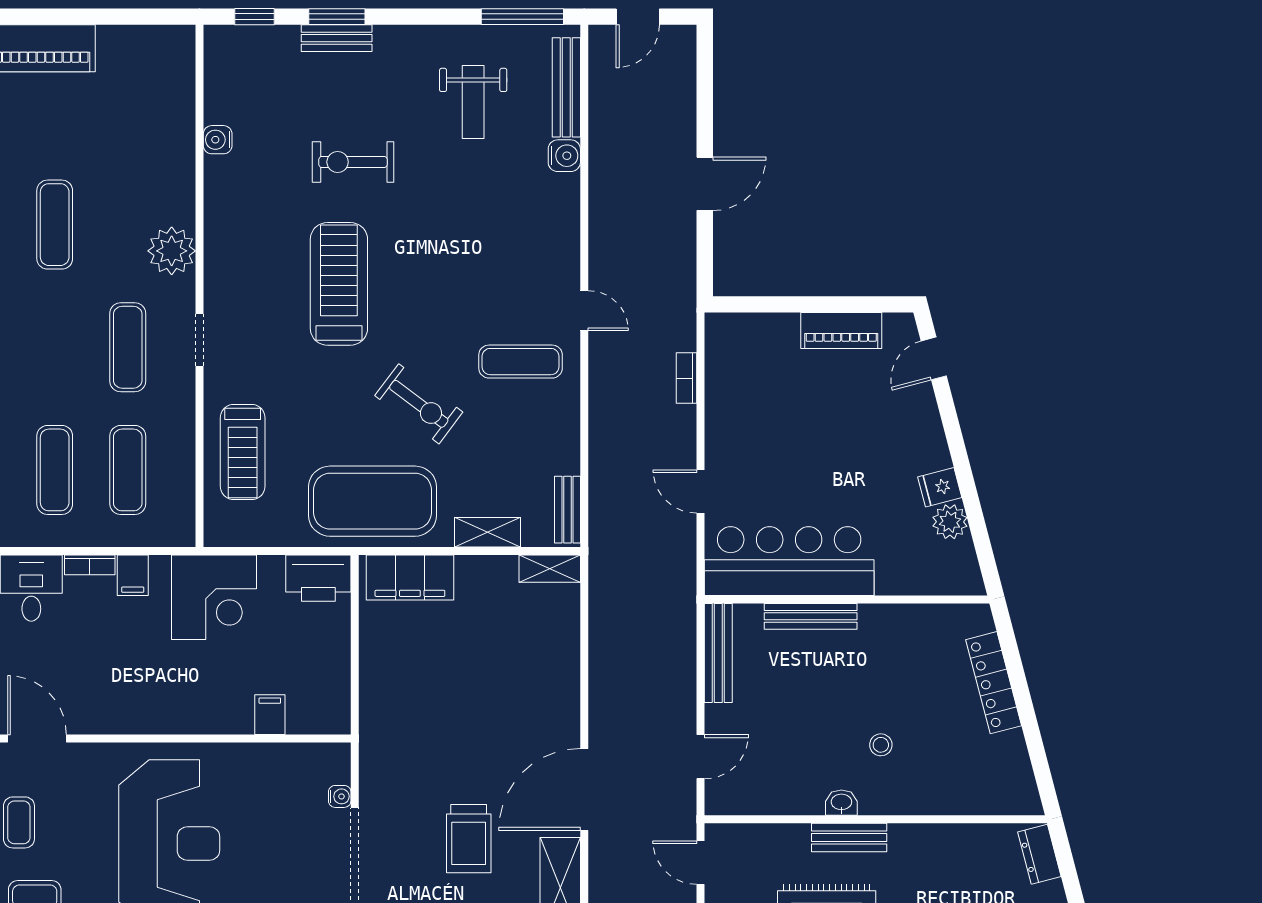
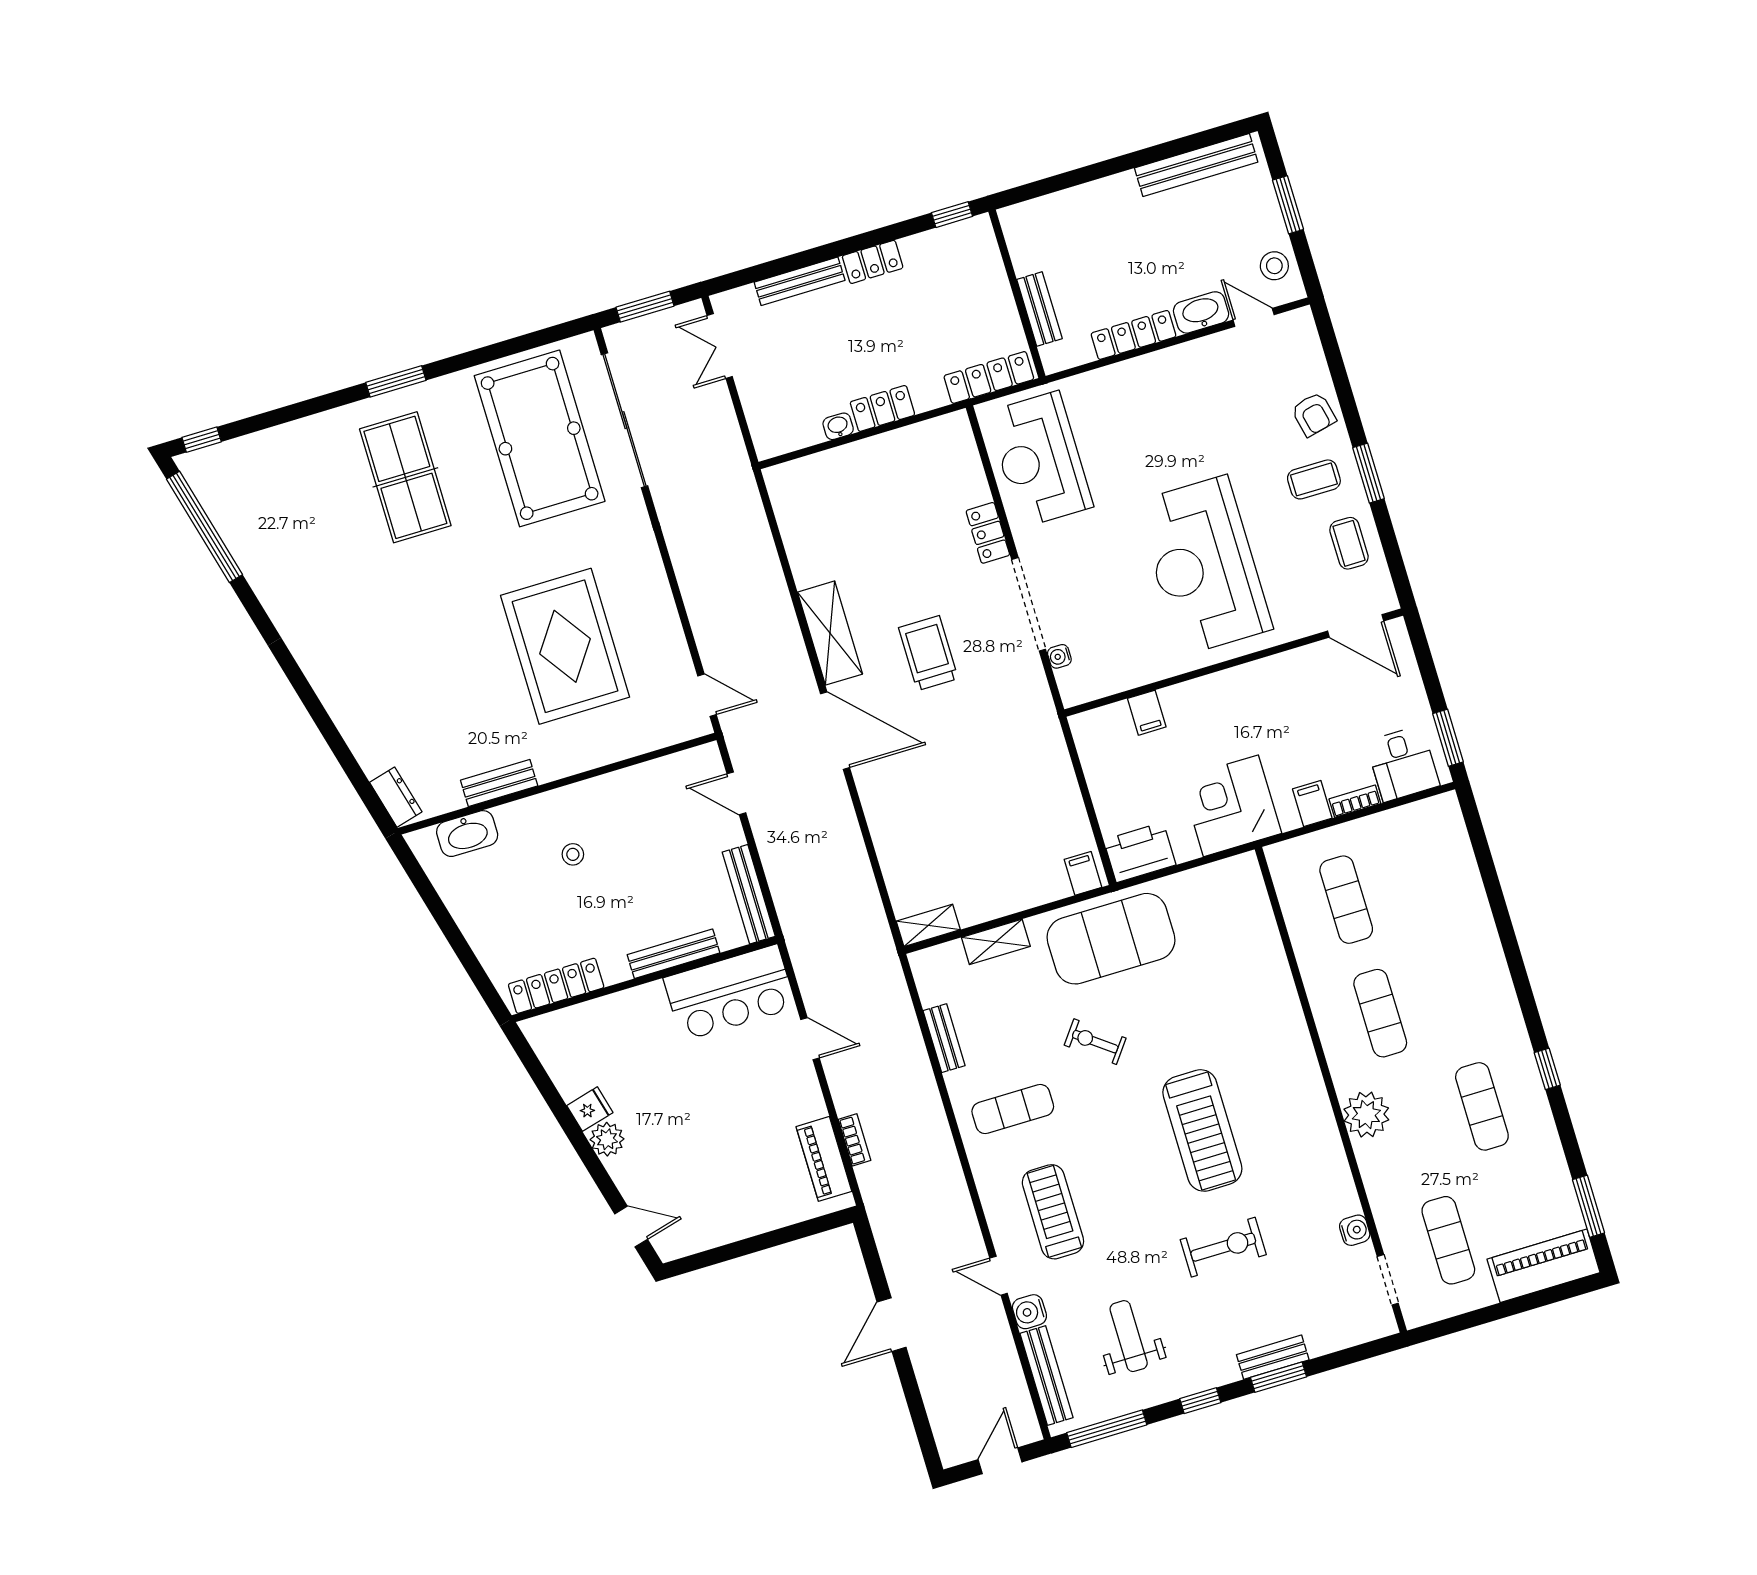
window: (254, 17) -> (1200, 1401), moved
door: (584, 311) -> (999, 1276), moved
piano: (841, 331) -> (824, 1159), moved, turned -90
doorway: (199, 340) -> (1388, 1280), moved
door: (934, 358) -> (631, 1227), hinge flipped
exercise bike: (419, 404) -> (1095, 1042), width x0.73, depth x0.72
treadmill: (243, 452) -> (1053, 1212), moved
exercise mat: (55, 470) -> (1448, 1240), moved
bench: (568, 510) -> (944, 1038), moved
plant: (950, 522) -> (607, 1139), moved
bar counter: (789, 561) -> (730, 993), width x0.73
filing cabinet: (410, 577) -> (1083, 873), width x0.33, depth x0.86
locker: (994, 683) -> (556, 986), moved, turned -75
door: (701, 757) -> (736, 793), hinge flipped
door: (584, 789) -> (835, 731), hinge flipped
washbasin: (841, 803) -> (467, 834), moved, width x1.91, depth x1.45
bench: (849, 837) -> (499, 783), moved

